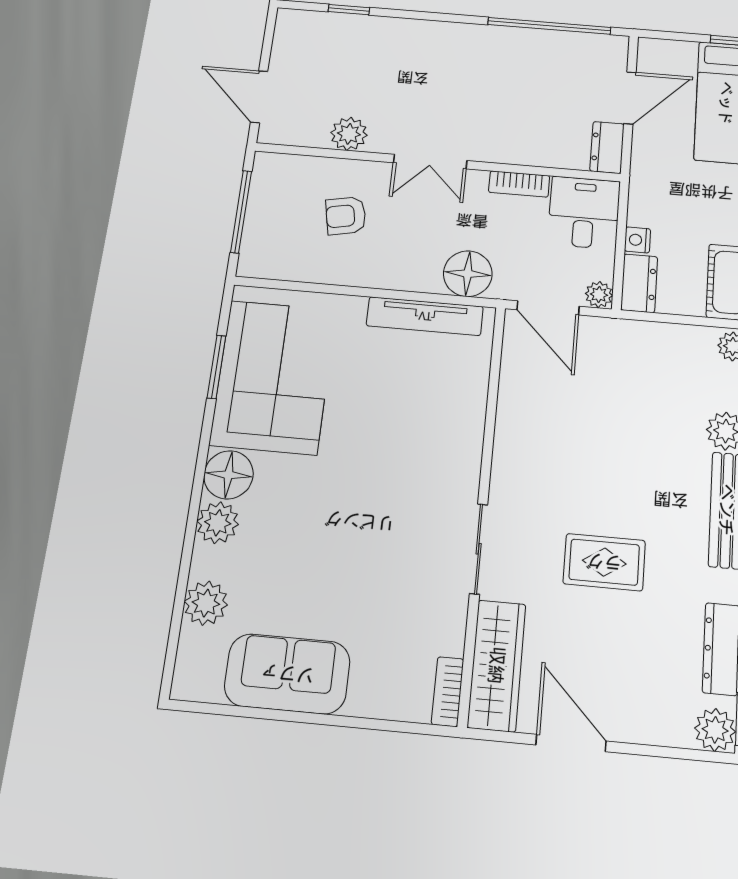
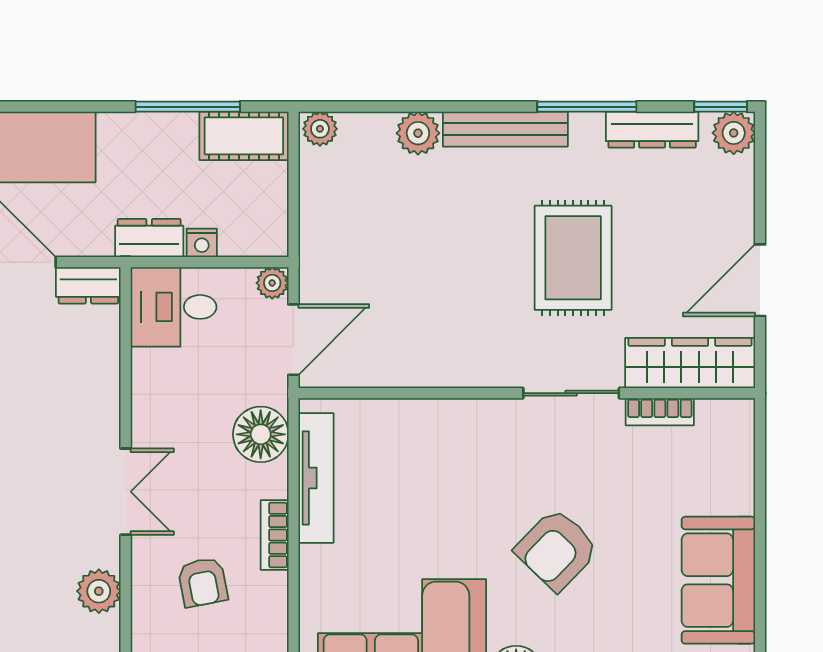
bookcase: (519, 184) -> (275, 535), moved, turned 180
dresser: (639, 283) -> (149, 238), moved
armchair: (336, 522) -> (557, 550), added
rug: (604, 562) -> (573, 258), width x1.36, depth x1.43
bookcase: (448, 692) -> (660, 412), moved

